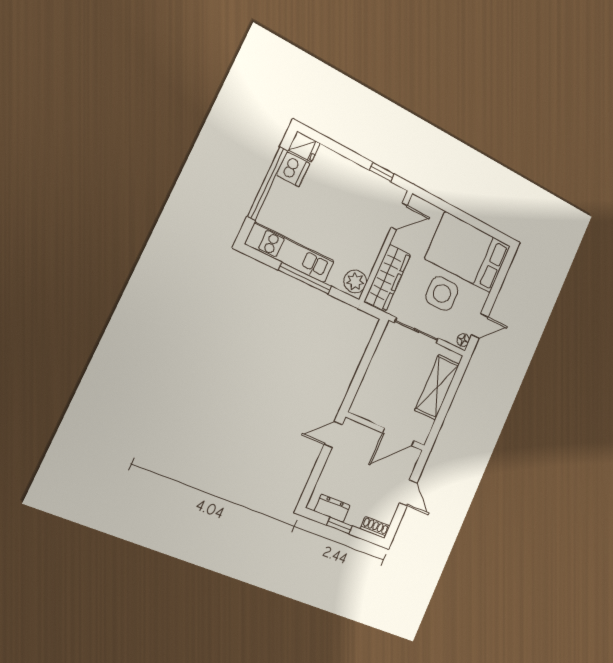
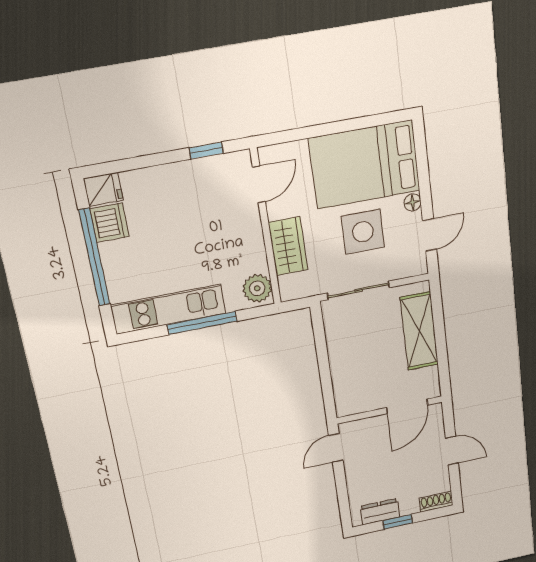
wardrobe: (387, 278) -> (288, 246), width x0.67
floor lamp: (463, 340) -> (412, 202), moved

